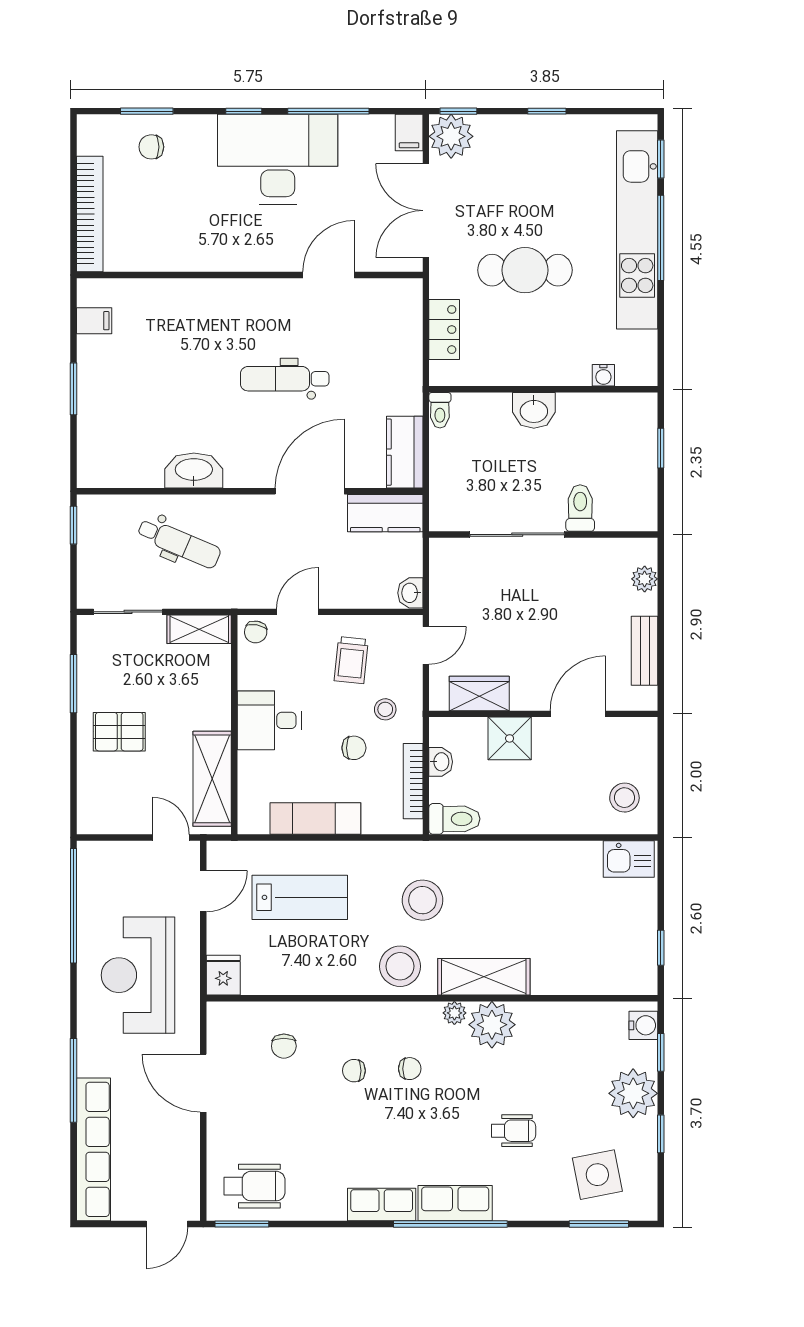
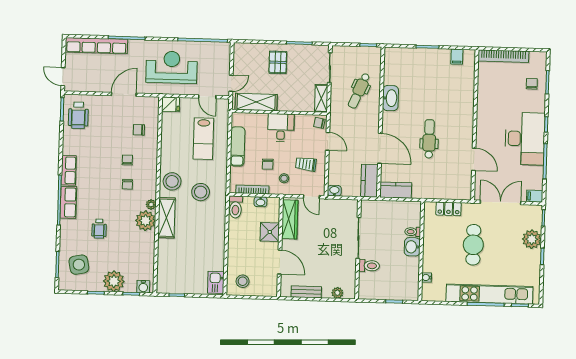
plant: (451, 136) -> (532, 239), moved
toilet: (440, 410) -> (413, 232), moved
wardrobe: (479, 693) -> (290, 219), width x1.50

